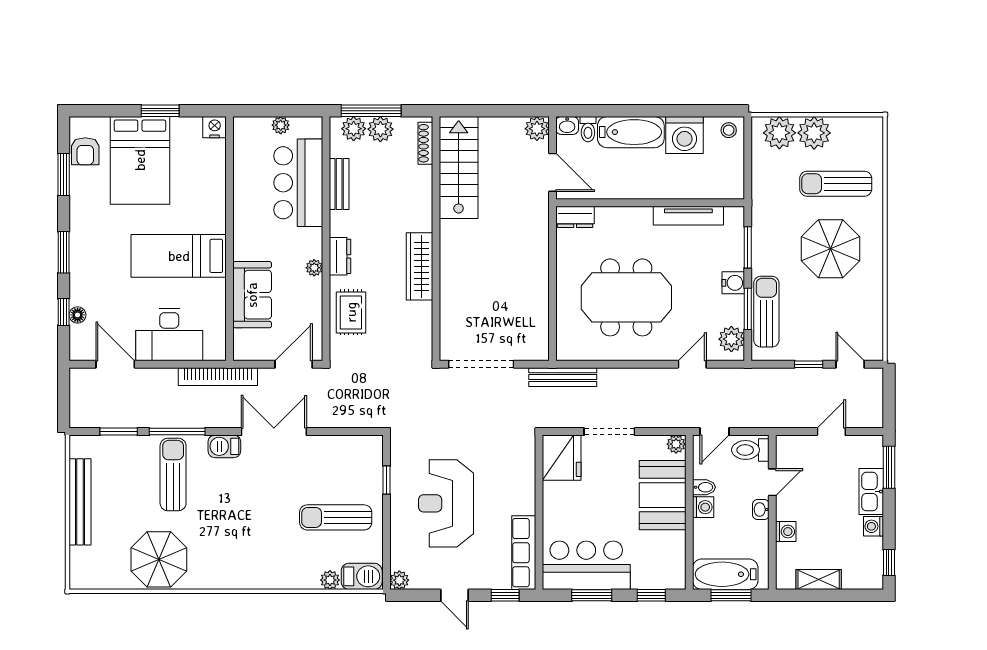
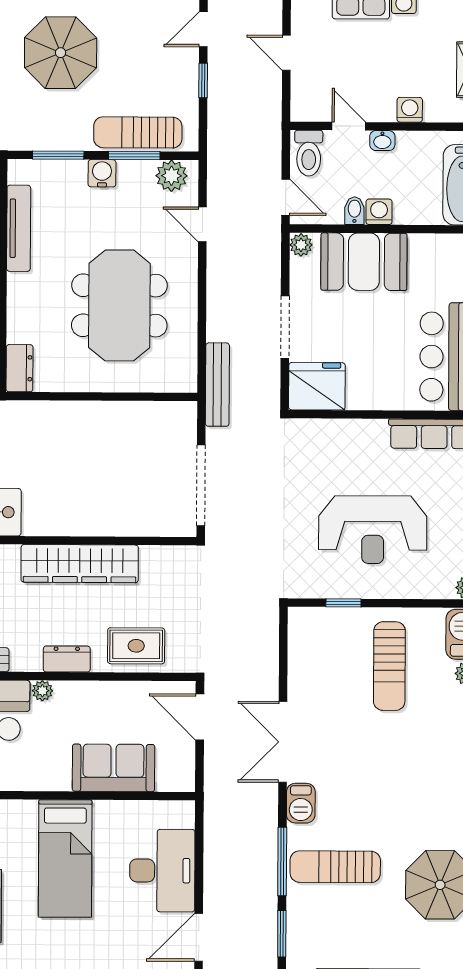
wardrobe: (419, 266) -> (80, 564), width x1.40, depth x1.17
plant: (314, 268) -> (42, 691), moved
bookcase: (218, 377) -> (214, 811), removed

